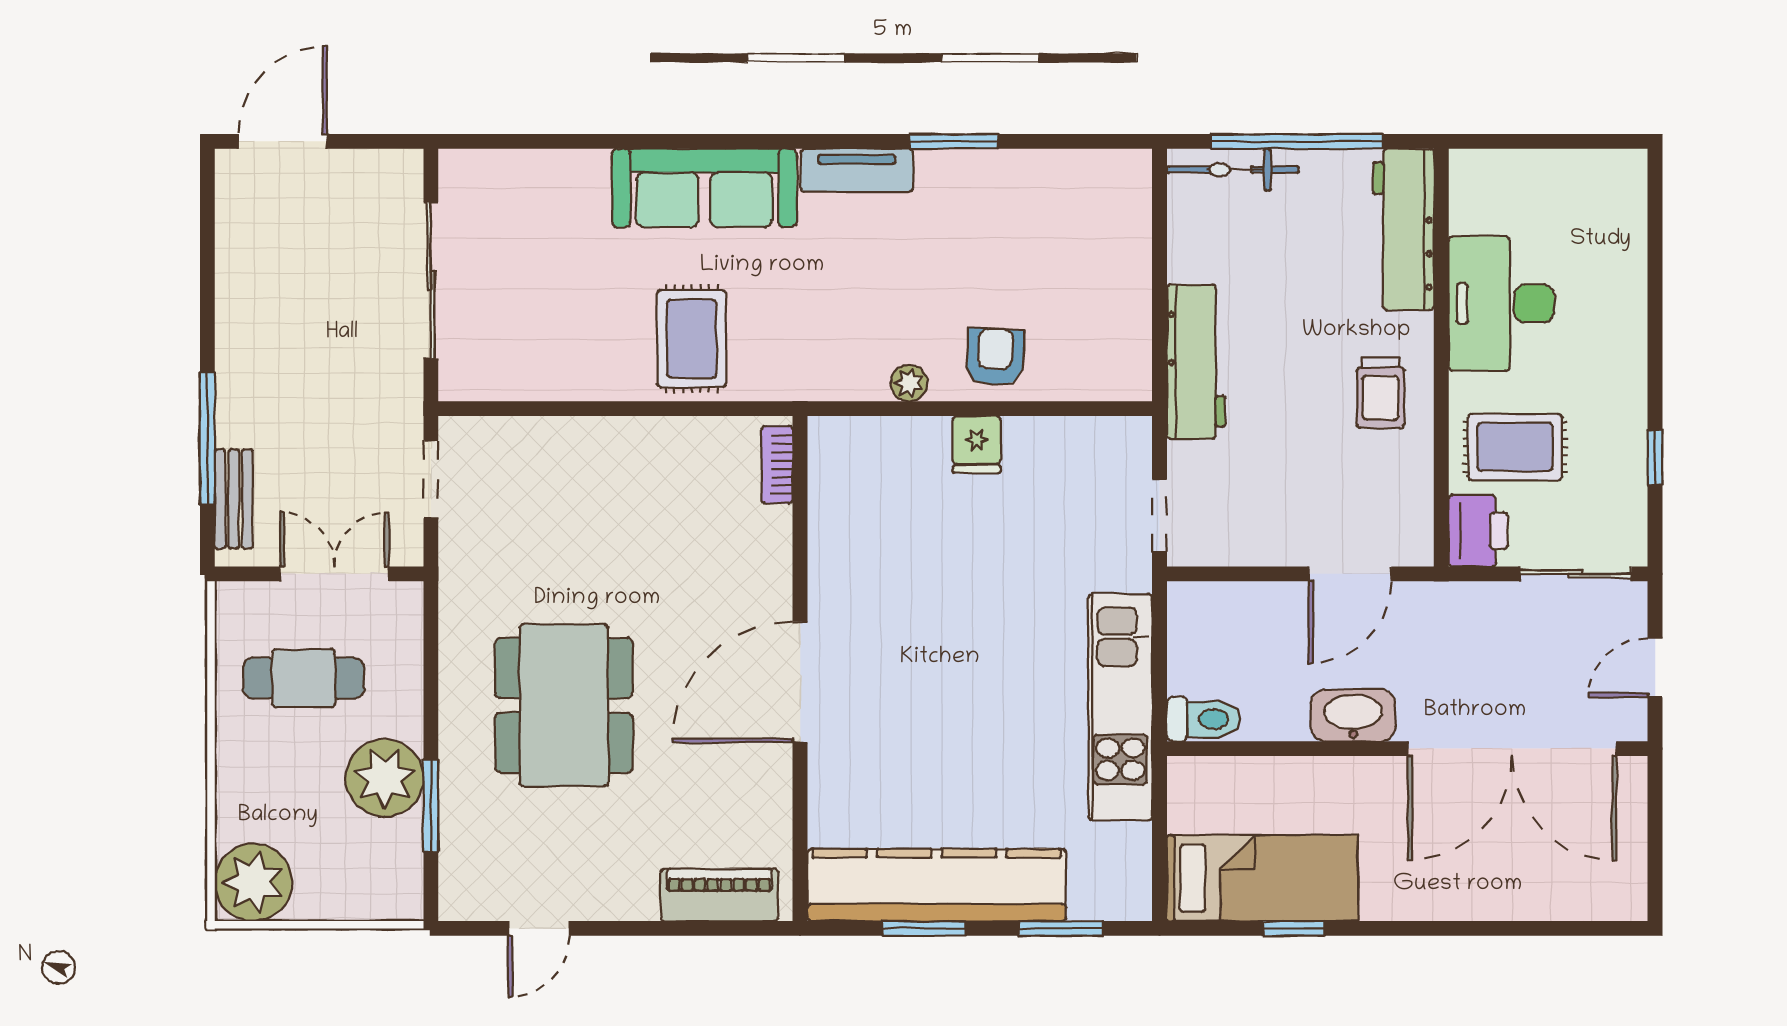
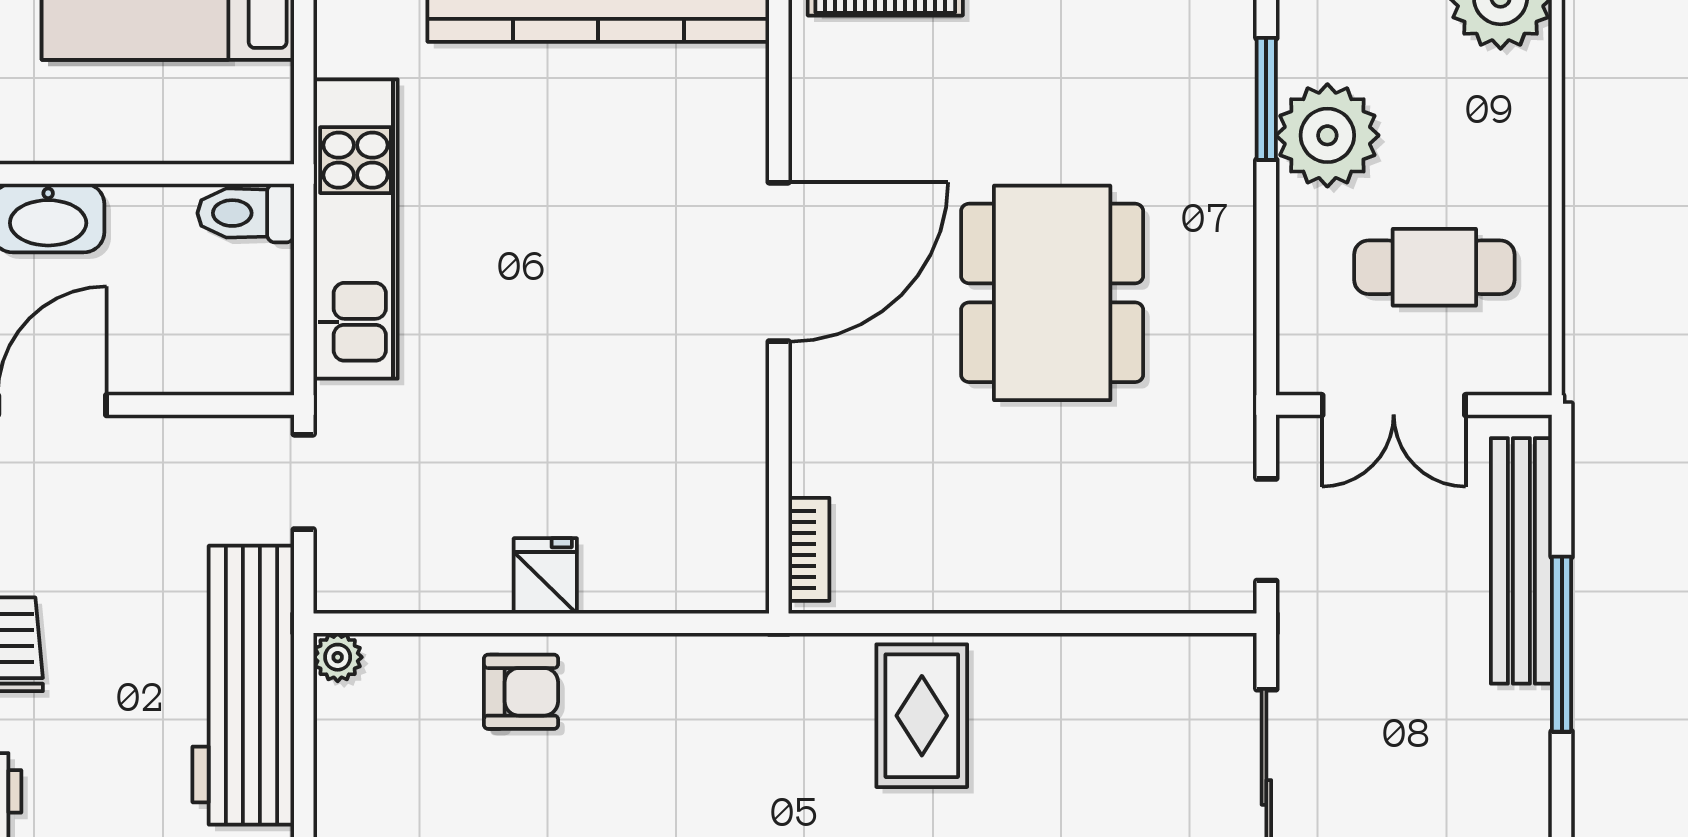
armchair: (995, 357) -> (521, 692), turned -93
workbench: (1196, 362) -> (243, 685), width x1.36, depth x1.32
plant: (909, 383) -> (338, 657), moved
window: (207, 438) -> (1562, 644), moved
bench: (234, 499) -> (1521, 561), width x1.86, depth x1.21
dining table: (564, 705) -> (1052, 293), moved

